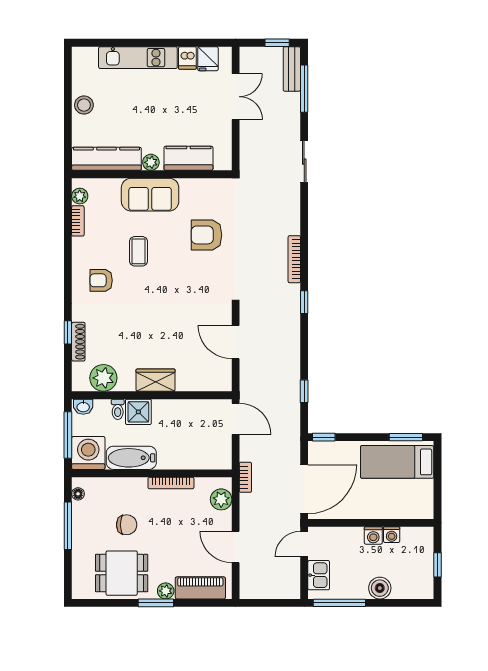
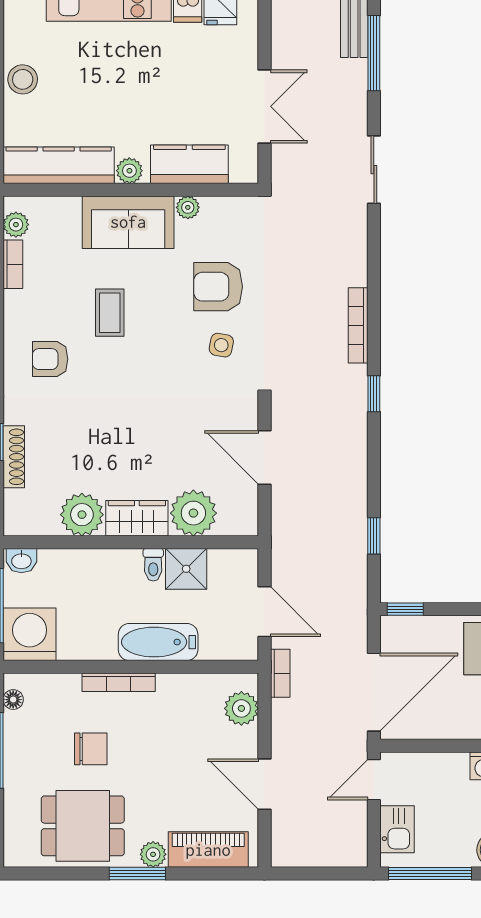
double door: (236, 97) -> (264, 106), moved
plant: (187, 185) -> (188, 207), added
side table: (208, 272) -> (221, 345), added
plant: (191, 377) -> (193, 513), added
plant: (103, 378) -> (82, 515), moved
toilet: (118, 409) -> (153, 565), moved
shower: (138, 412) -> (186, 569), moved
door: (236, 419) -> (264, 612), moved
bathtub: (131, 458) -> (158, 642), moved
bookcase: (171, 483) -> (119, 682), moved

